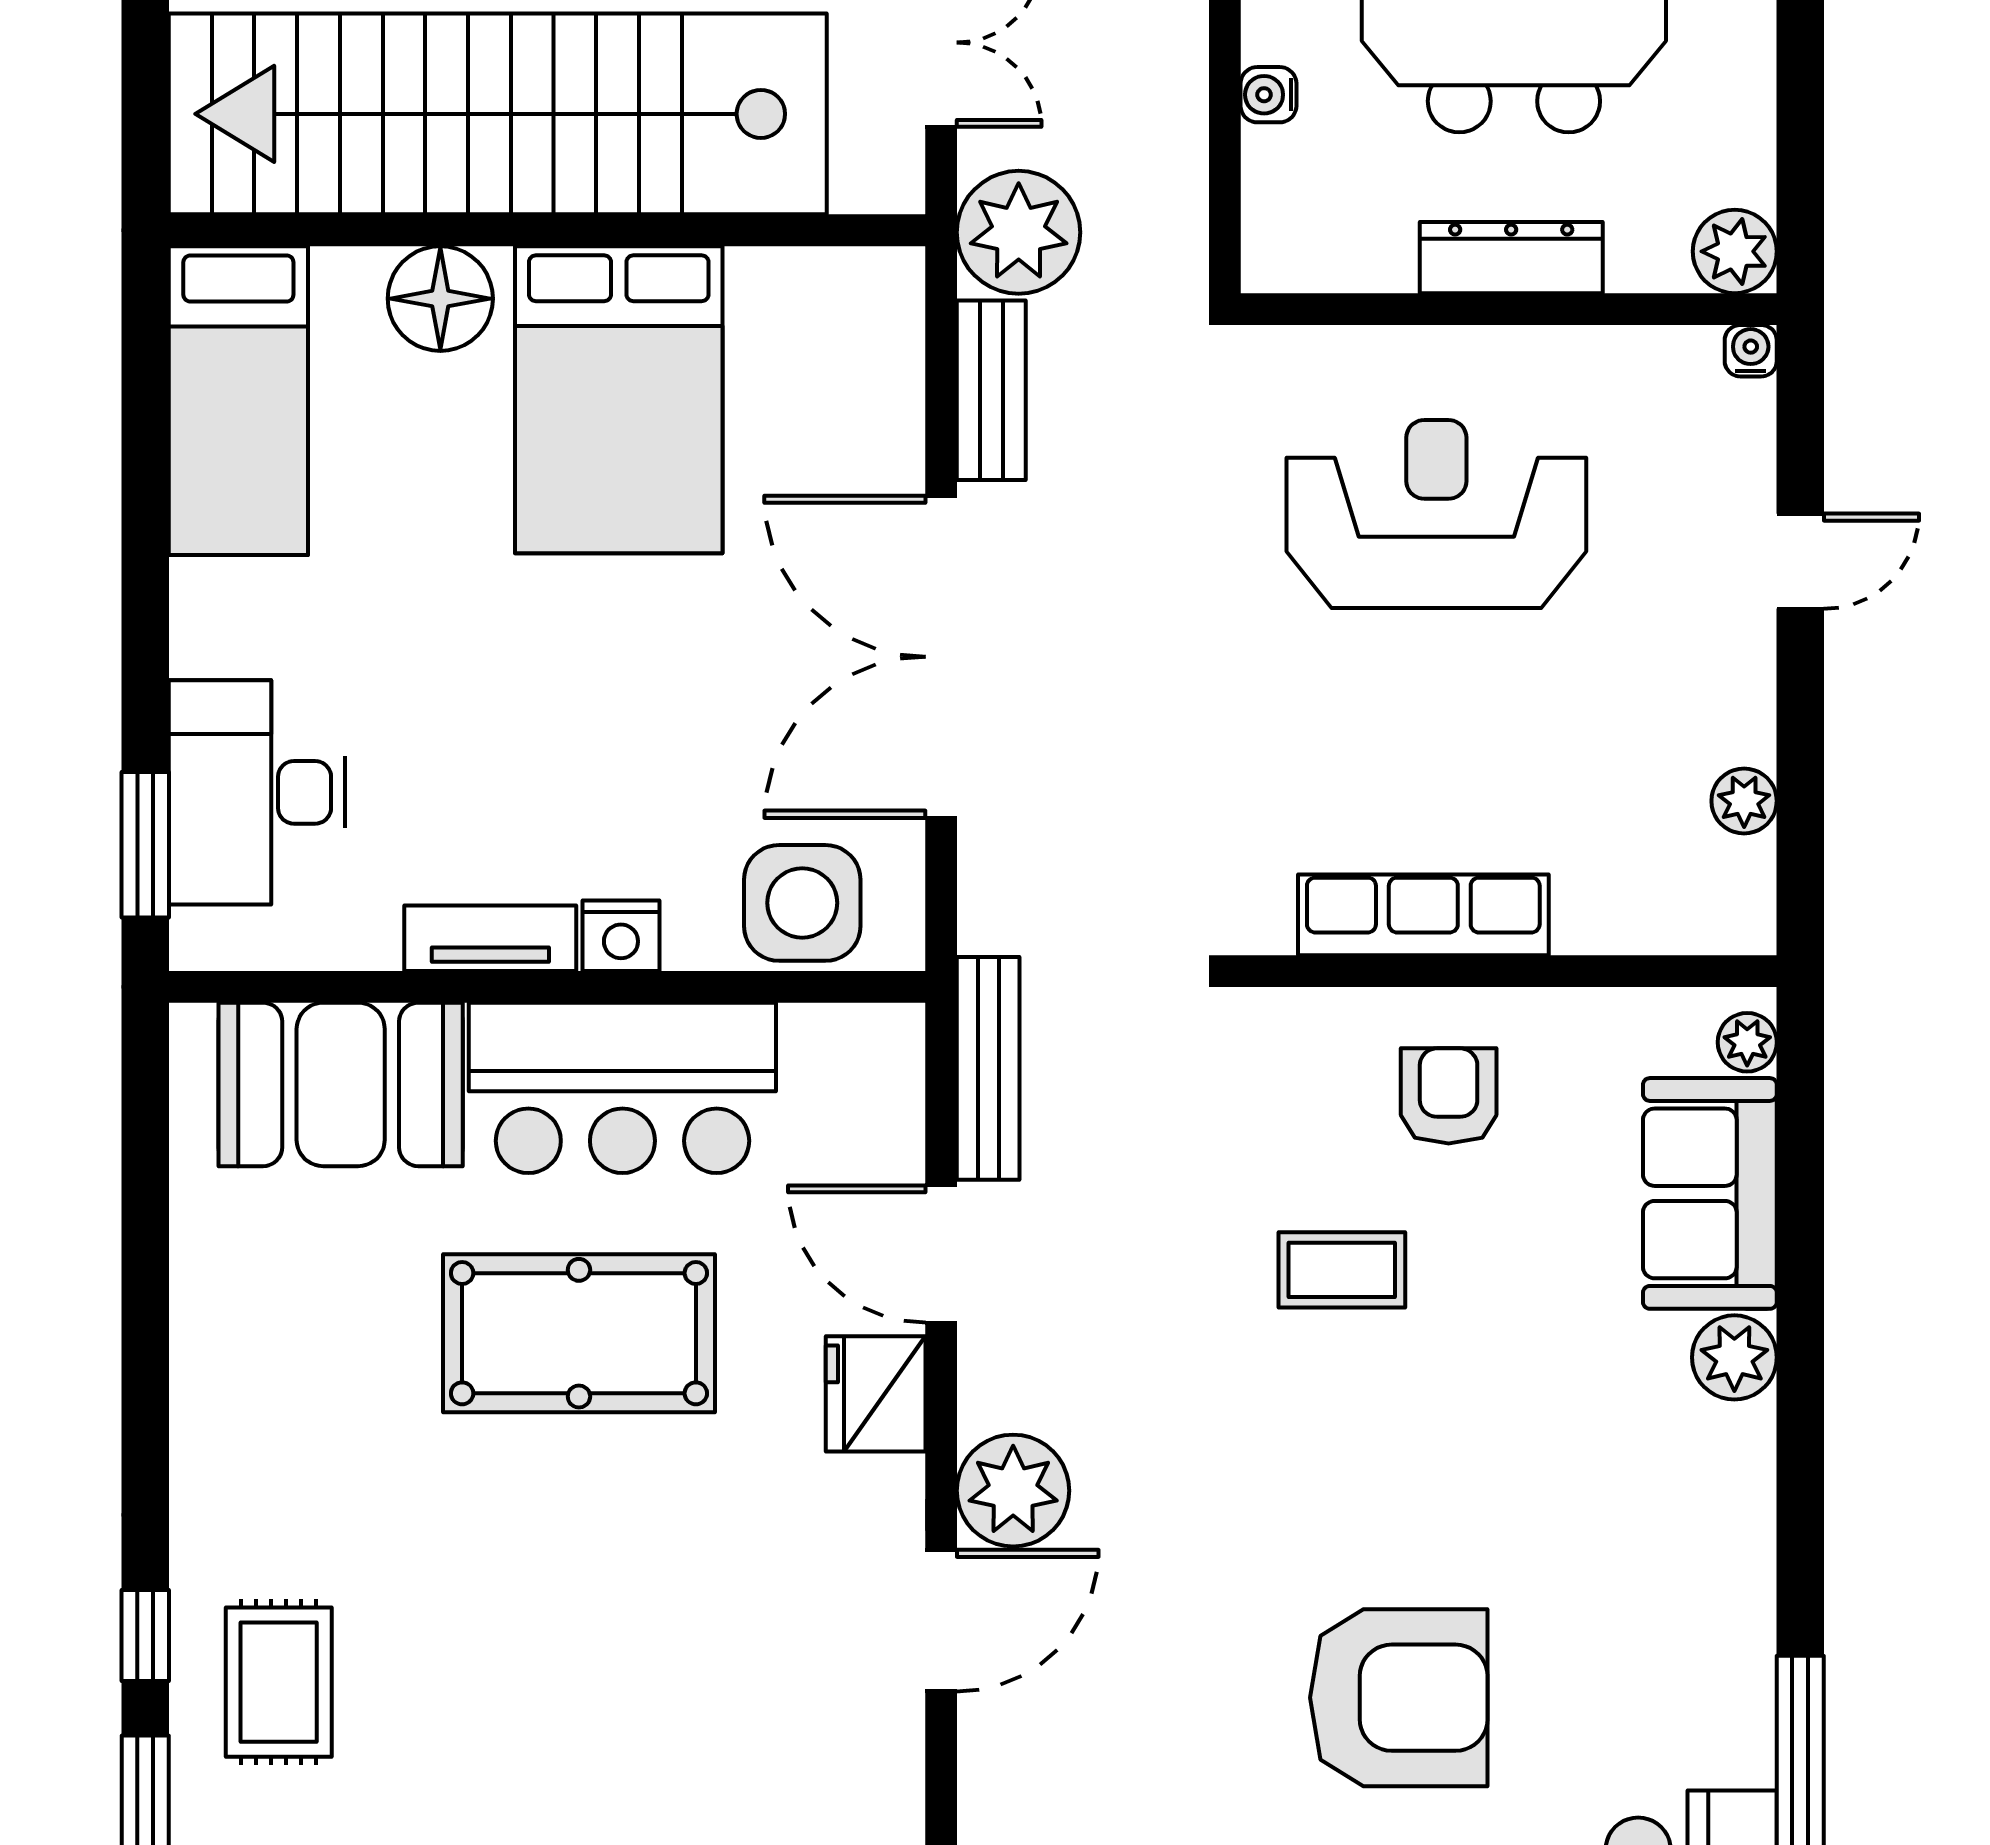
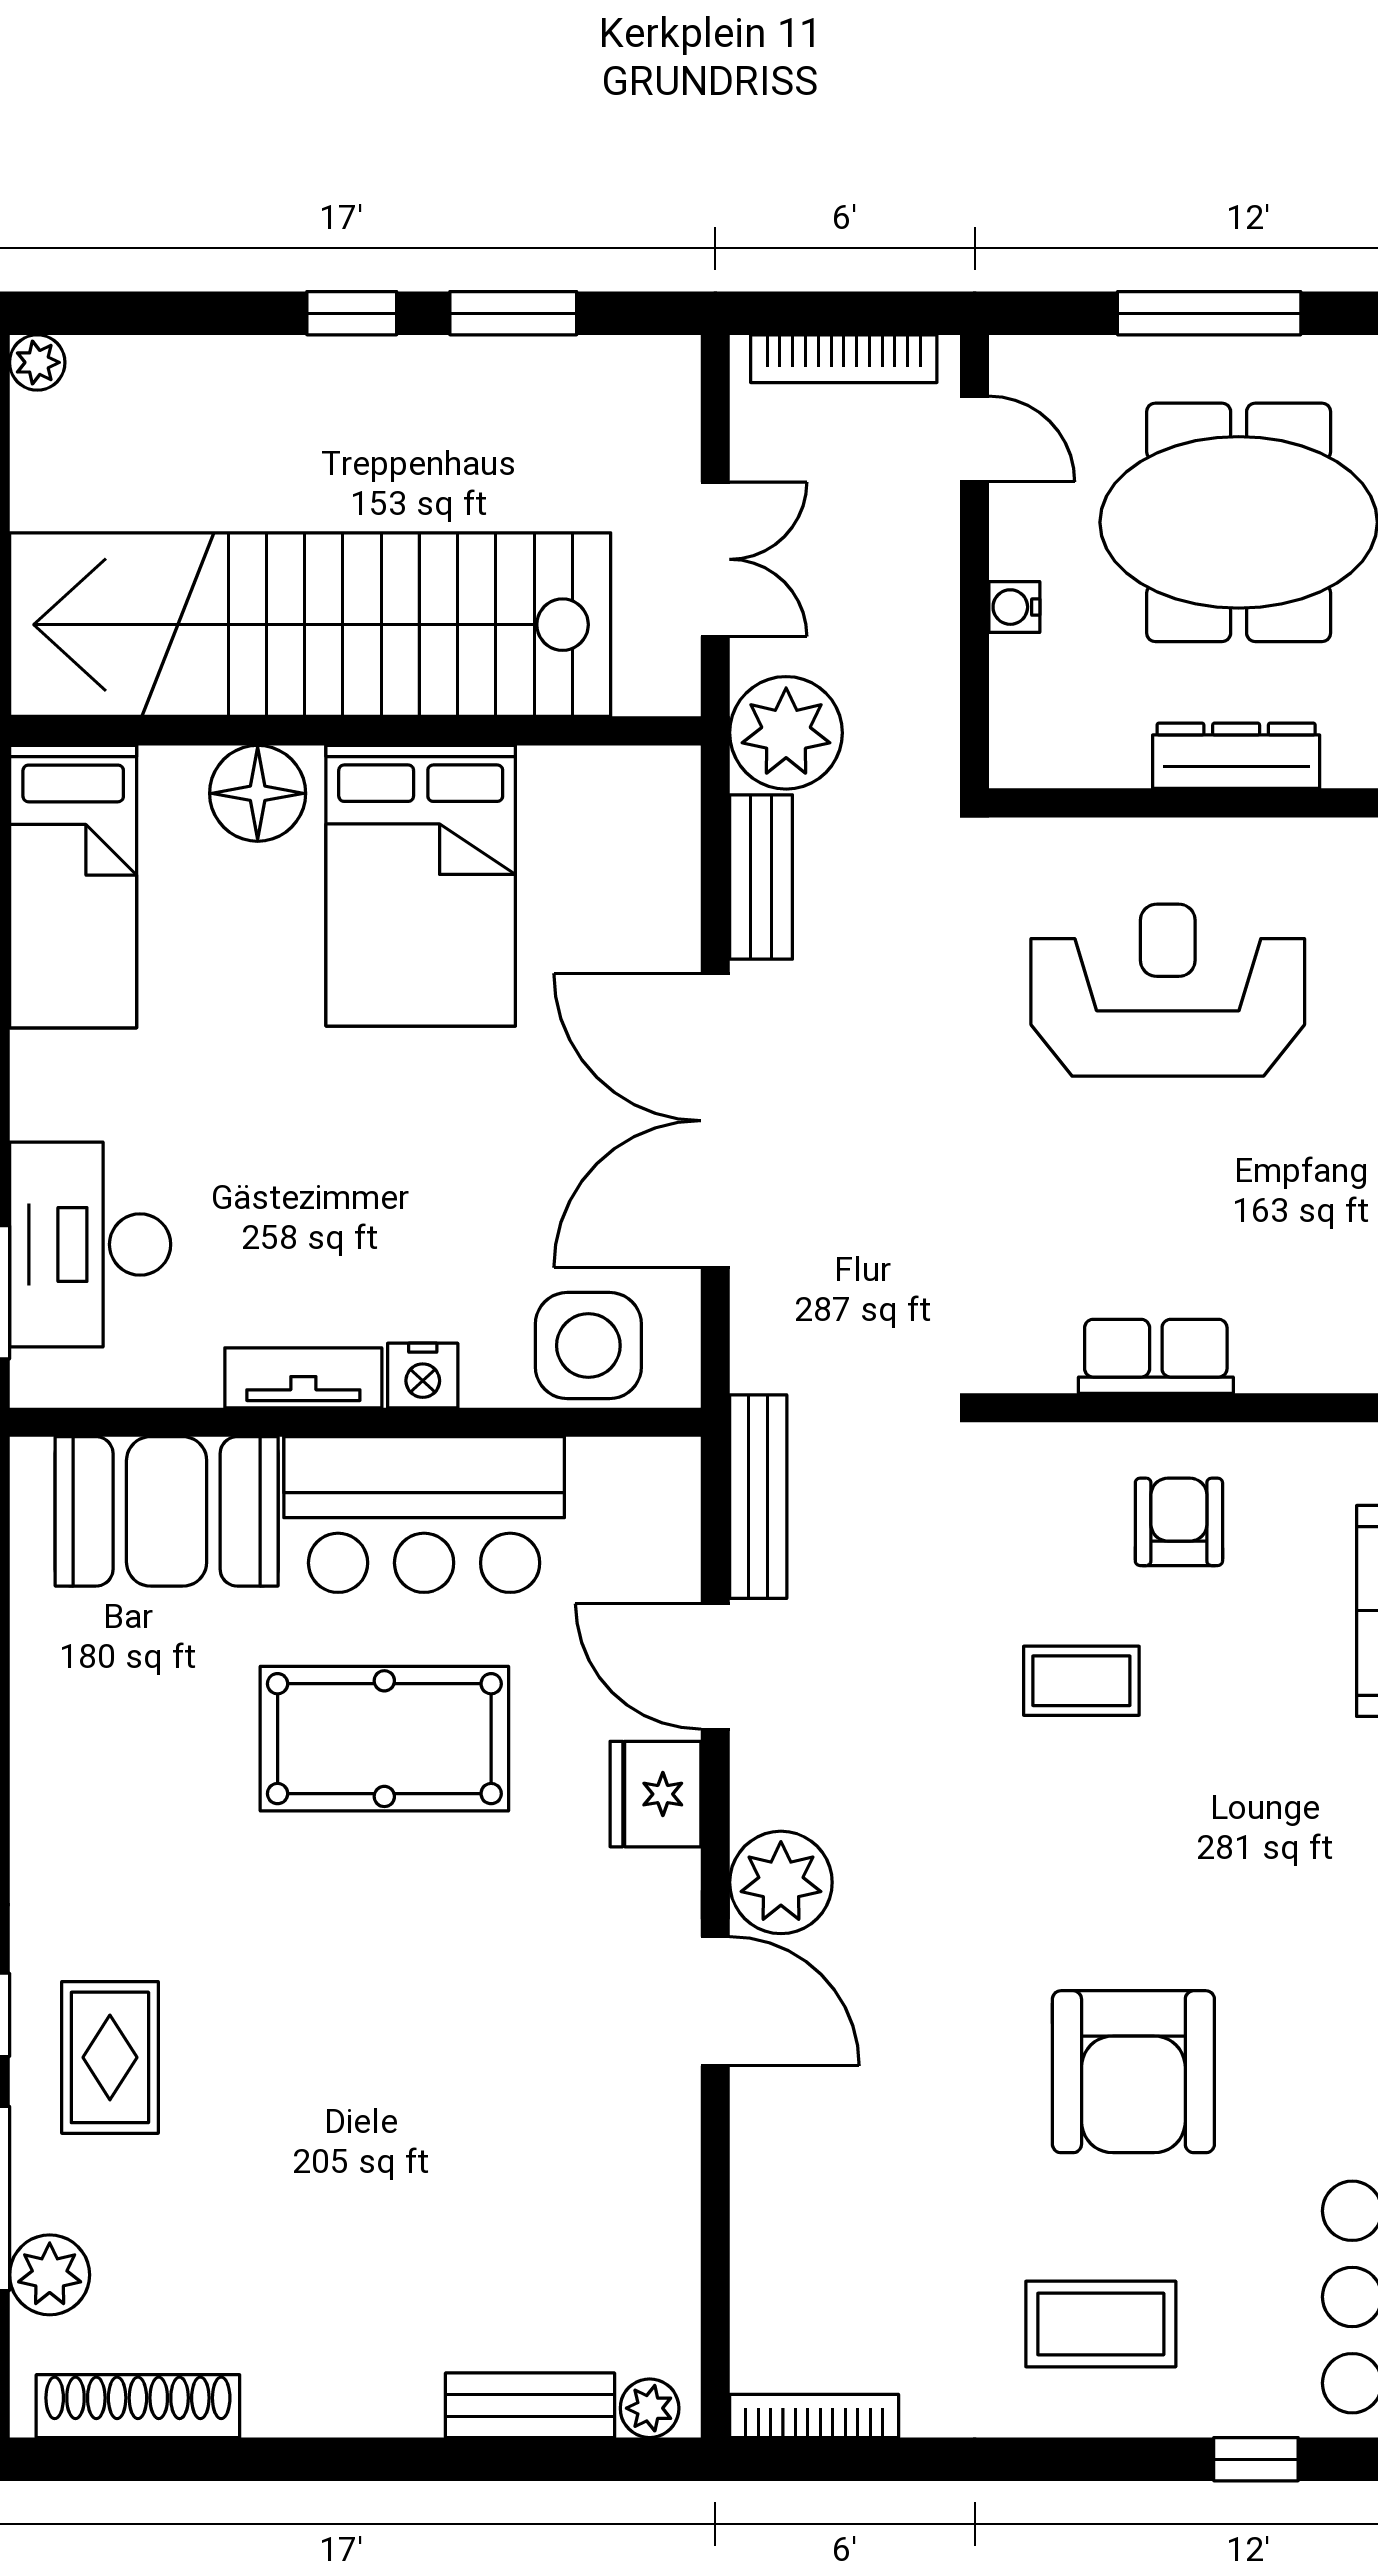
row of seats: (1423, 915) -> (1156, 1356), width x0.68
door: (941, 1621) -> (715, 2001), hinge flipped
armchair: (1399, 1698) -> (1133, 2072), turned 90

